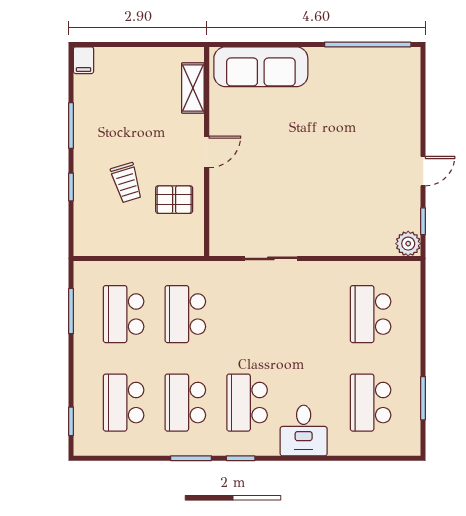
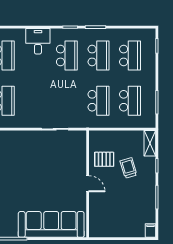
sofa: (261, 67) -> (51, 224), width x1.36, depth x1.27
shelving: (193, 88) -> (150, 143), moved
door: (207, 152) -> (88, 184), swing flipped

